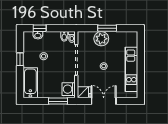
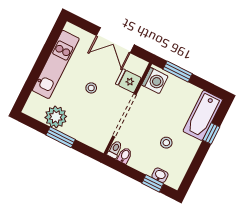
plant: (101, 39) -> (56, 117), moved
window: (20, 59) -> (211, 134), moved
fridge: (84, 92) -> (128, 81), moved

